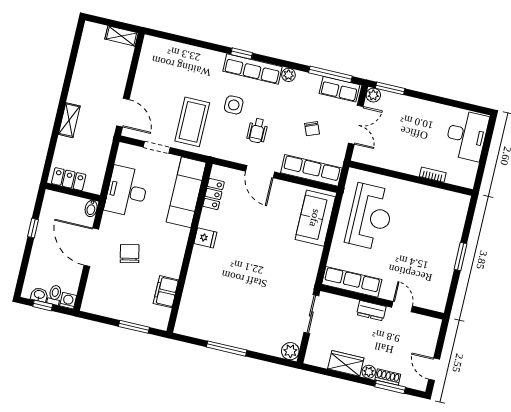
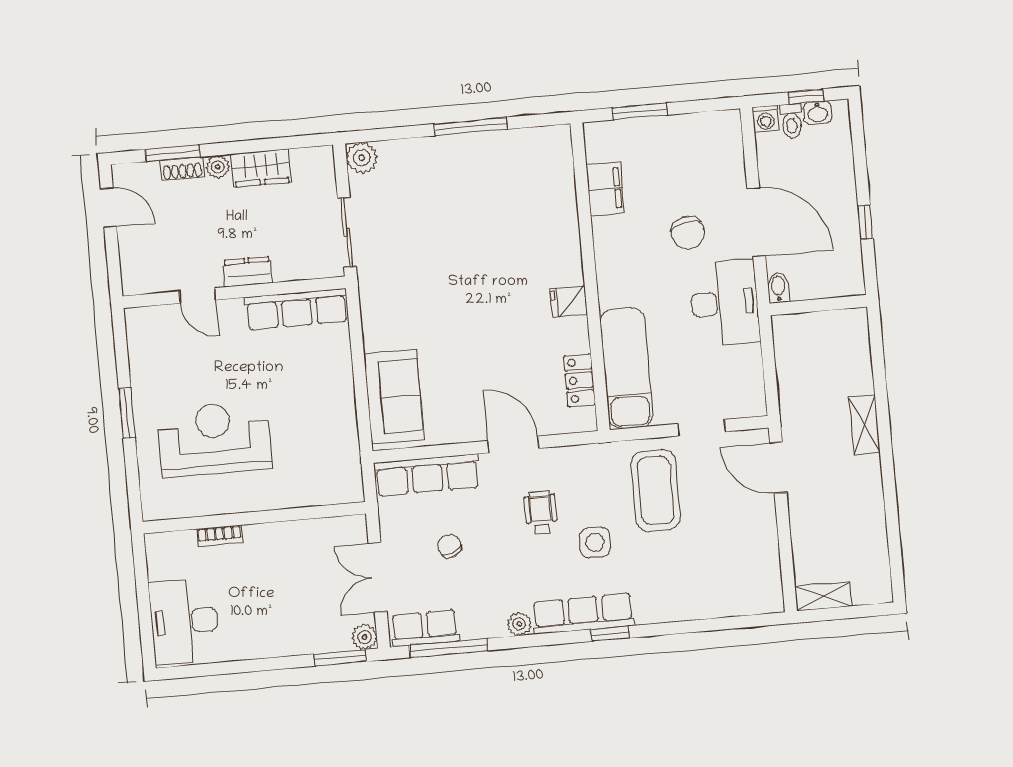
locker: (69, 179) -> (833, 325), removed
desk: (127, 191) -> (725, 303), moved
reception desk: (370, 217) -> (214, 439), moved, turned 90

